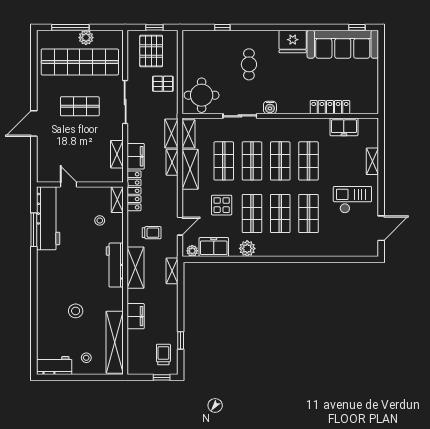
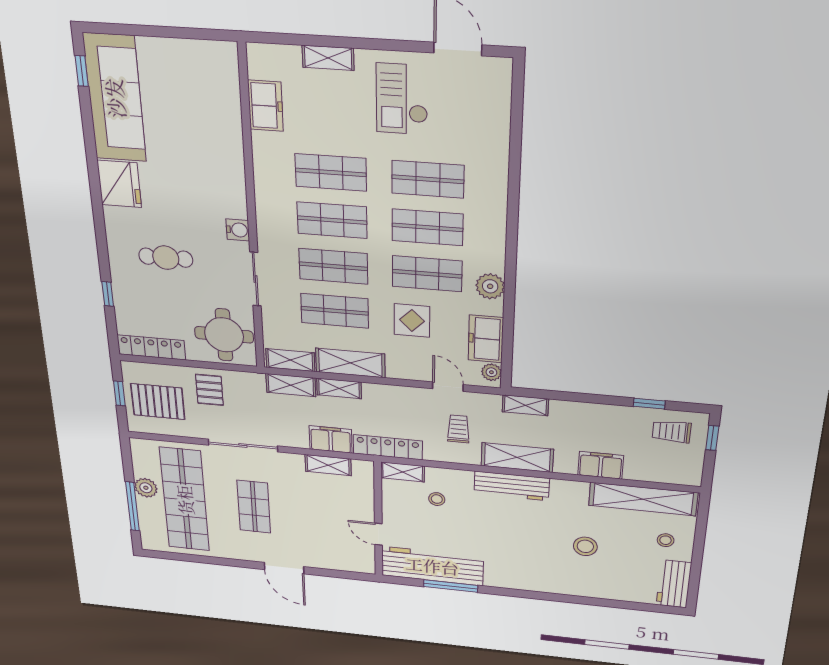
locker: (330, 107) -> (151, 347), moved, turned 90
door: (69, 184) -> (378, 534), hinge flipped

